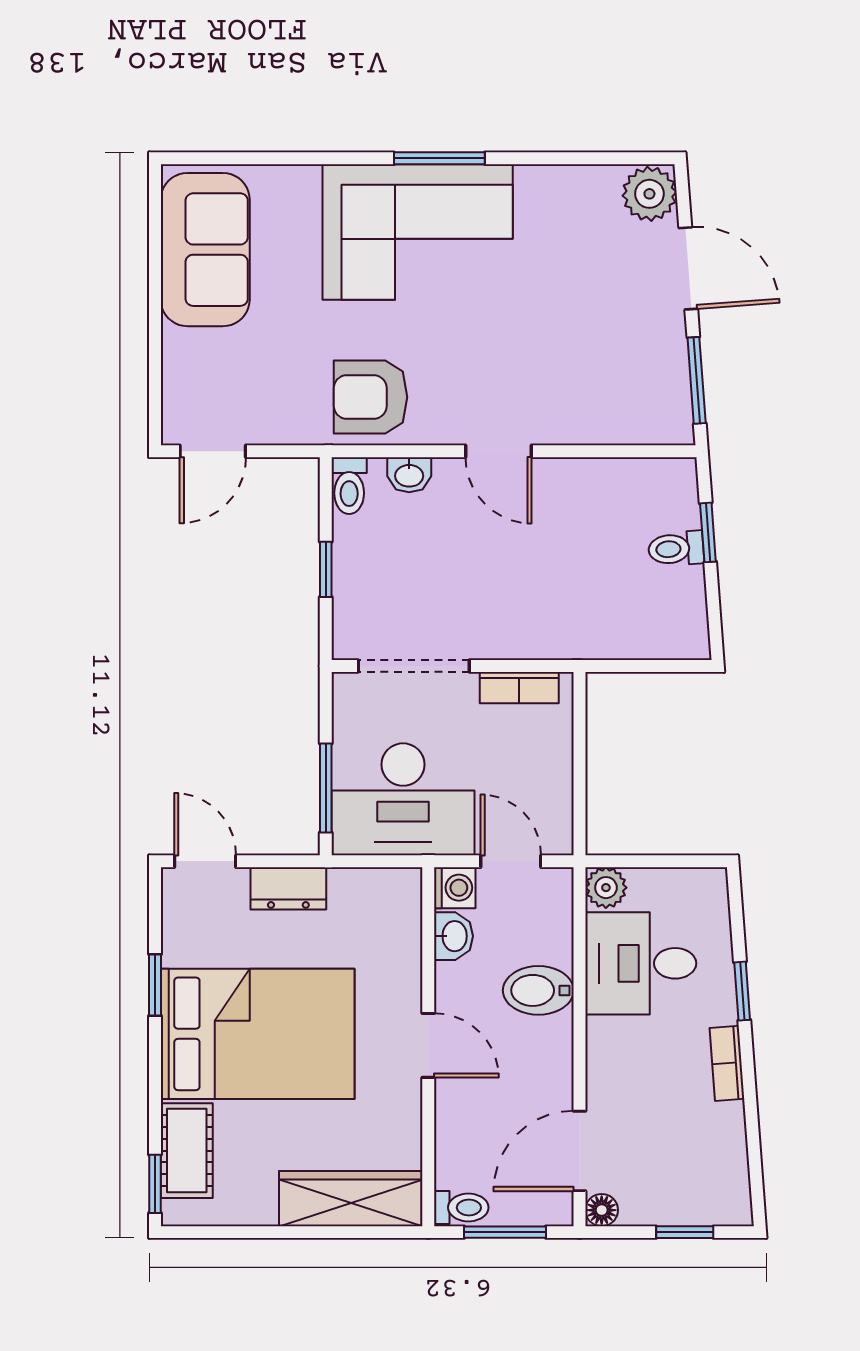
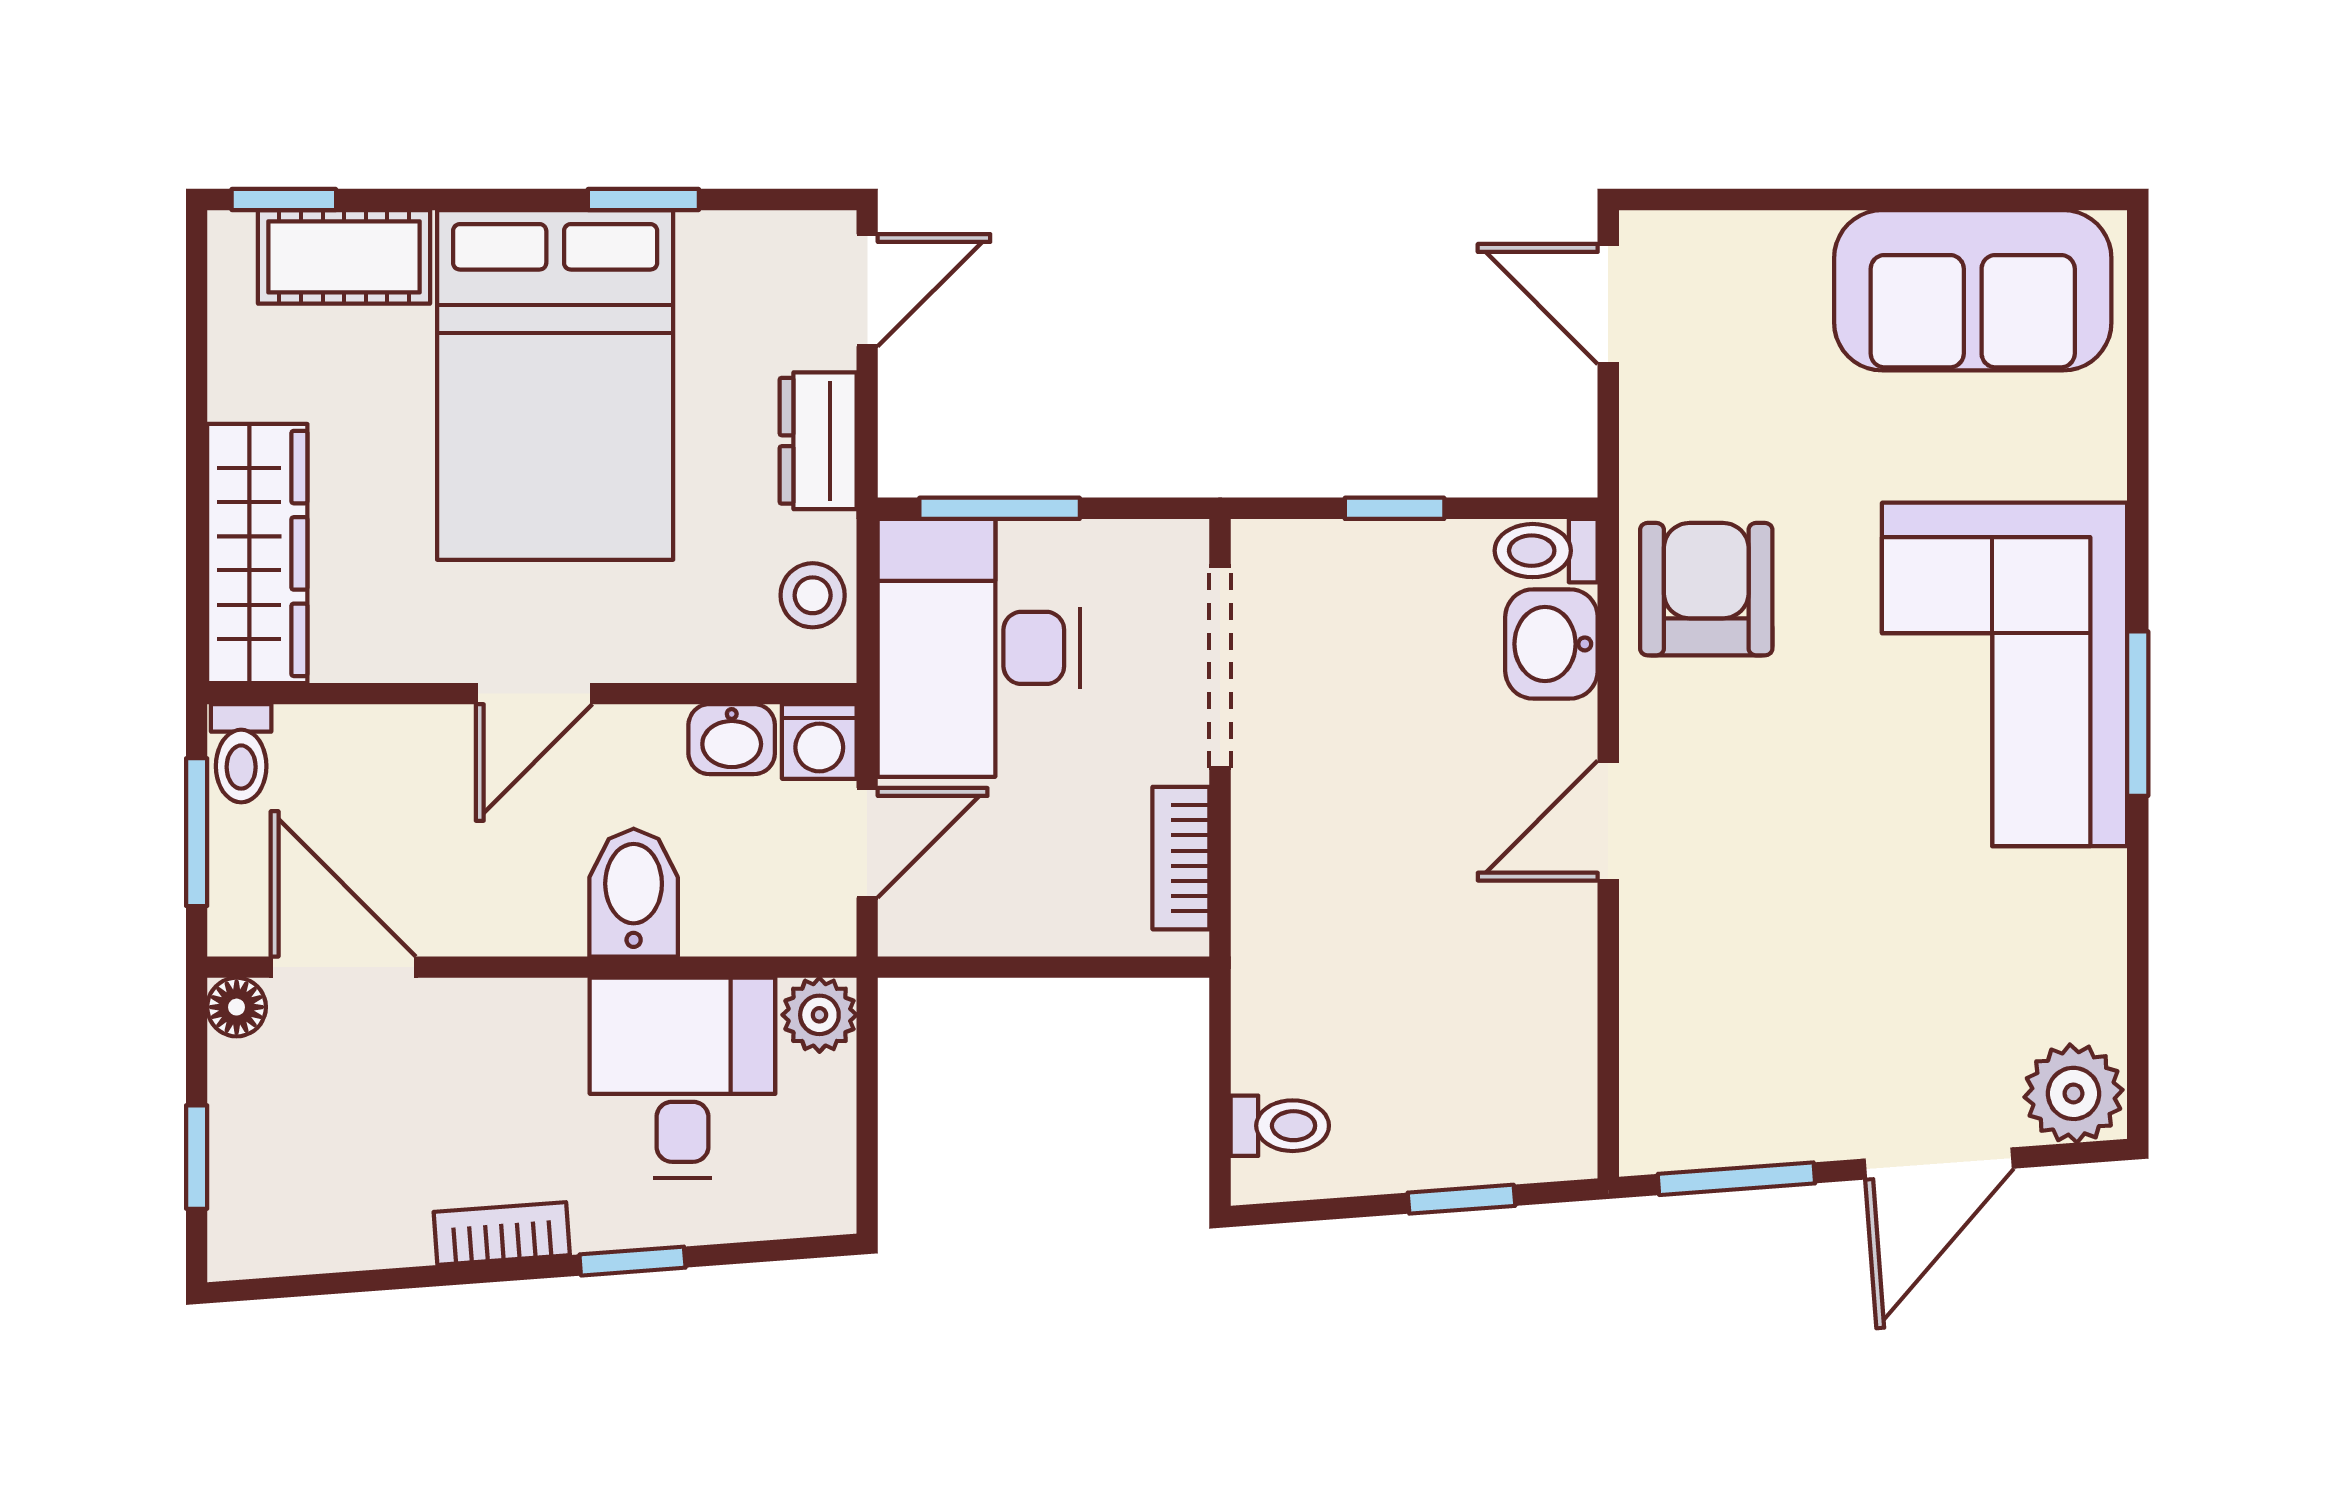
washbasin: (409, 475) -> (1551, 644), width x1.38, depth x1.45
toilet: (676, 549) -> (1280, 1126), moved, turned 94
stool: (374, 891) -> (813, 595), added

